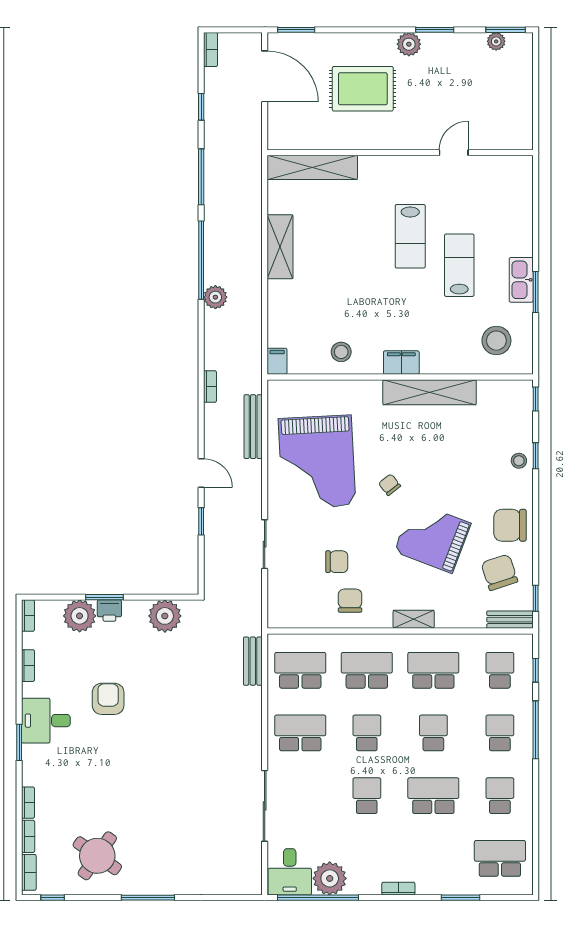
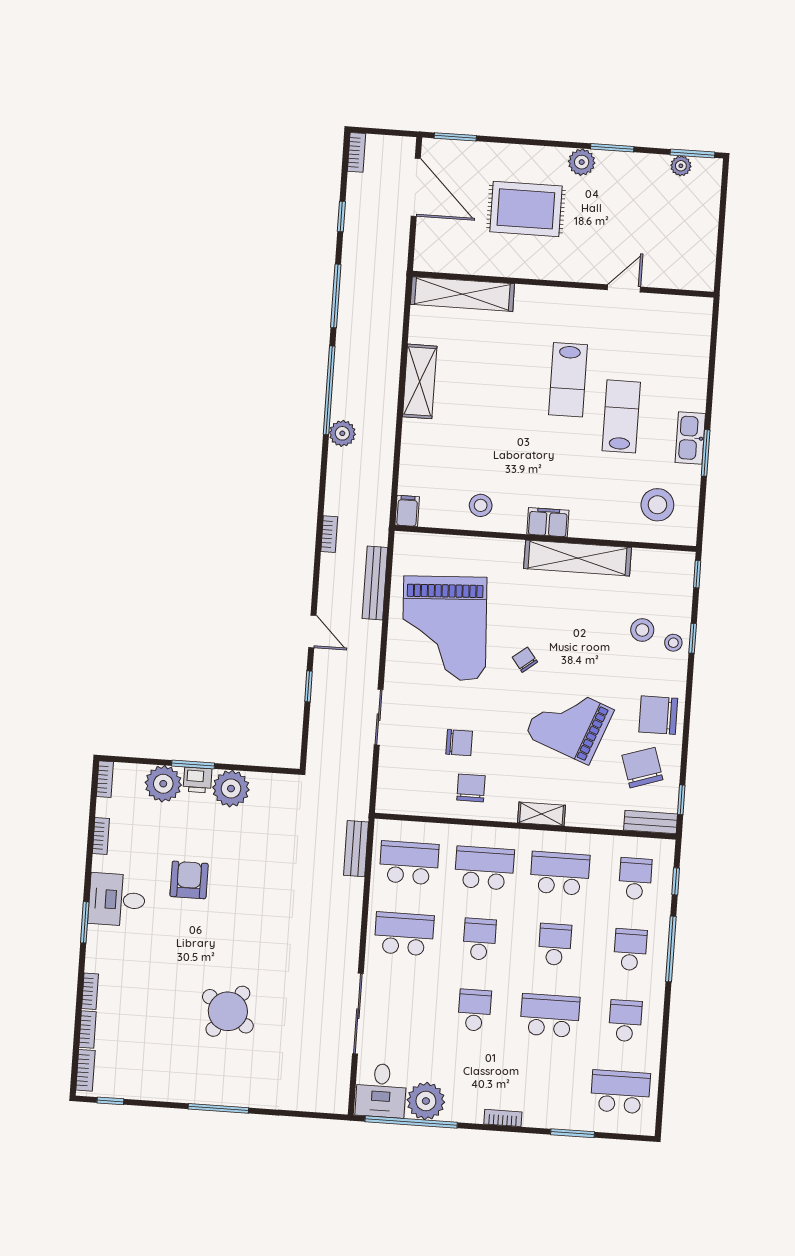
stool: (491, 451) -> (642, 630), added
plant: (165, 616) -> (231, 789), moved
round table: (97, 856) -> (228, 1011), moved

